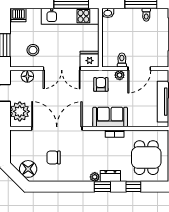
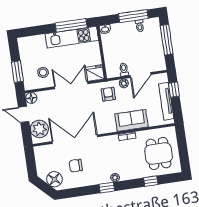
dishwasher: (18, 15) -> (25, 43), removed
double door: (62, 69) -> (71, 85), swing flipped
floor lamp: (27, 76) -> (31, 98), moved
sofa: (110, 117) -> (131, 120), moved
dresser: (110, 176) -> (129, 175), removed
window: (102, 187) -> (107, 188), moved

